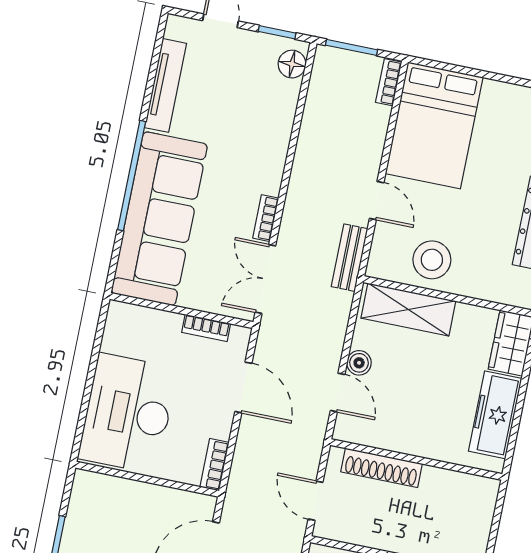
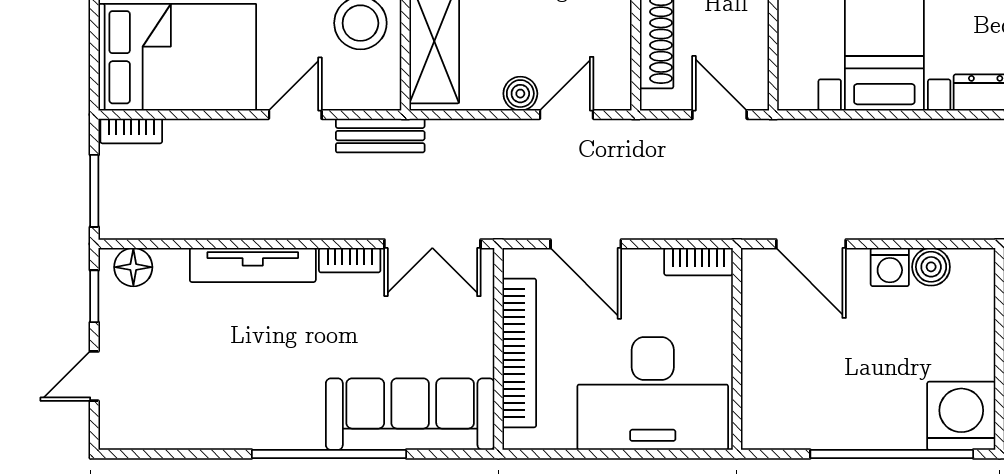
tv unit: (165, 85) -> (253, 265), moved, turned 180
sofa: (159, 219) -> (410, 414), width x0.74, depth x0.79
bookcase: (206, 328) -> (519, 353), width x2.31, depth x1.31
door: (243, 387) -> (586, 244), swing flipped
door: (316, 501) -> (720, 115), swing flipped

